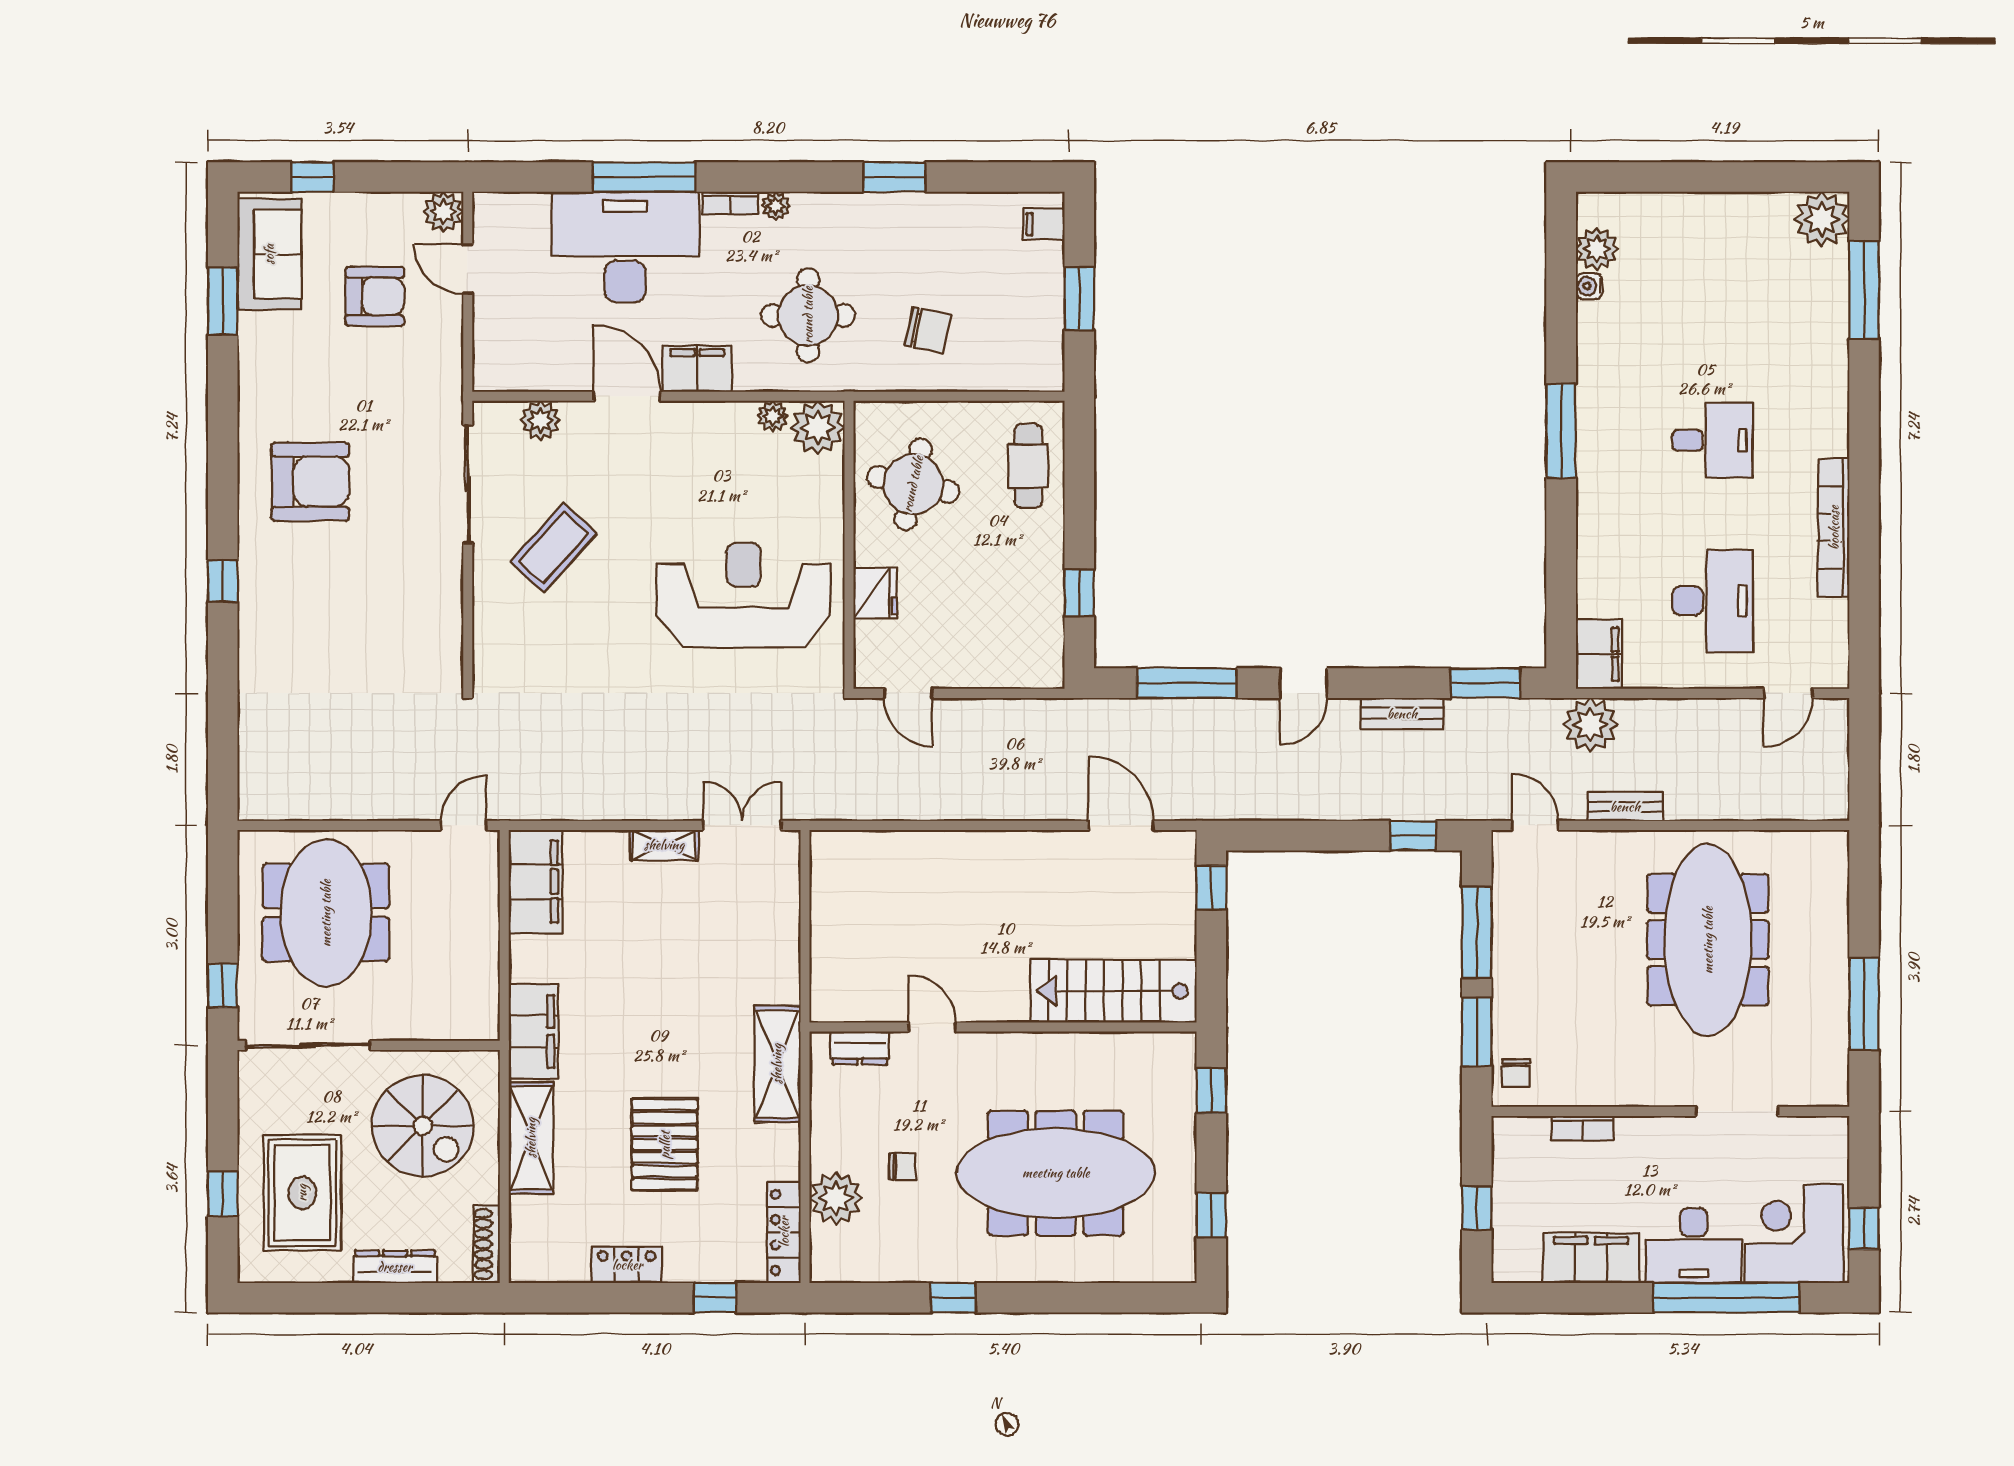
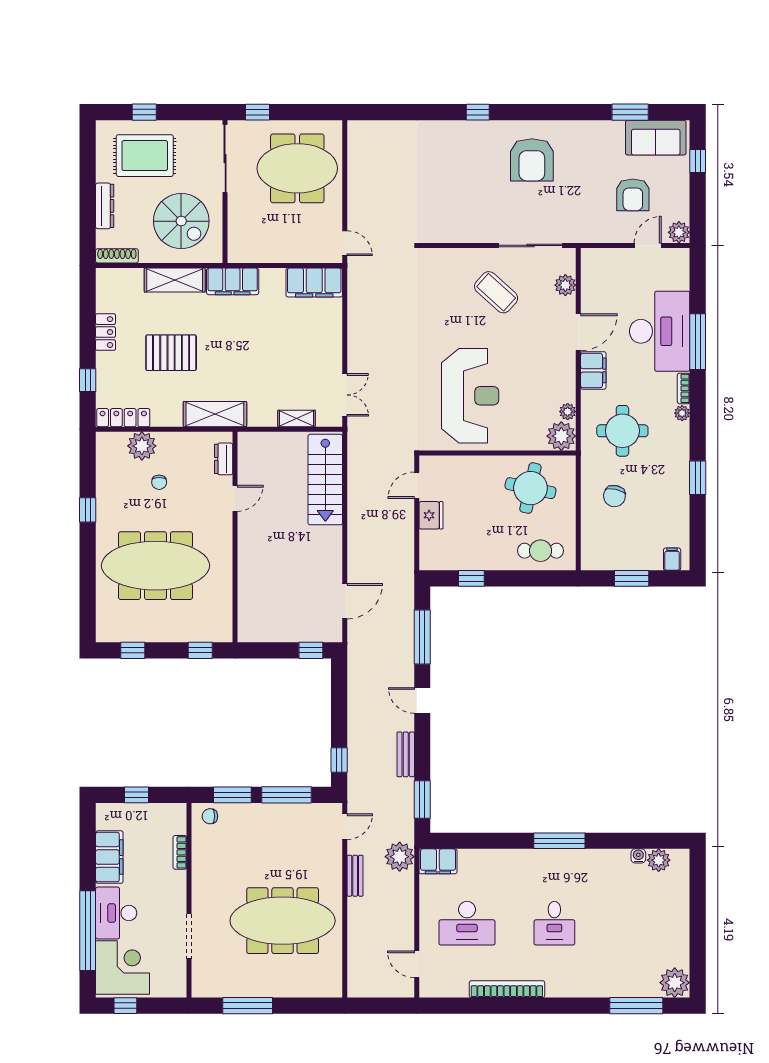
fridge: (875, 593) -> (431, 515), moved, turned -90
shelving: (664, 845) -> (297, 418), moved, turned 90
stairs: (1113, 991) -> (325, 480), moved, turned 180
spiral stairs: (423, 1126) -> (181, 221), turned -90
meeting table: (1056, 1173) -> (155, 566), turned 90

